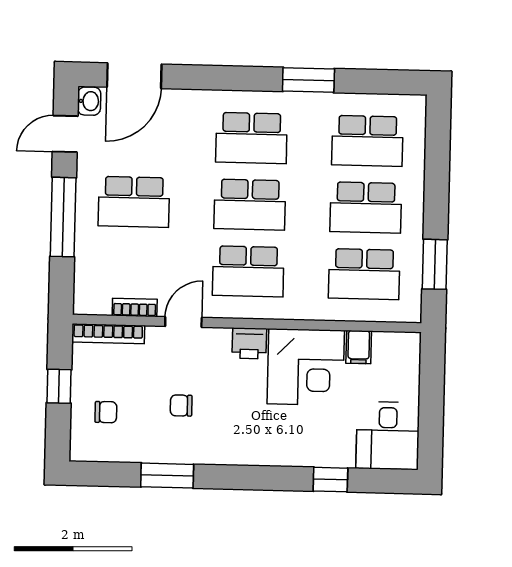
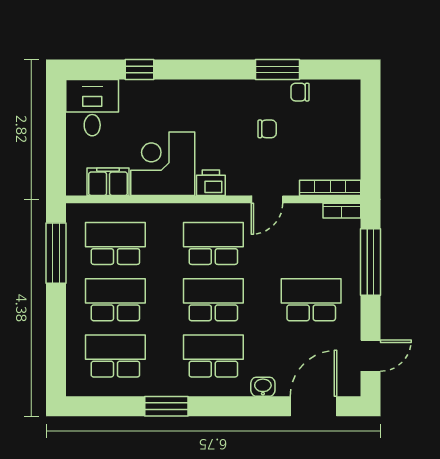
washbasin: (89, 101) -> (263, 387), moved, turned 90
window: (63, 217) -> (371, 262), moved
window: (435, 264) -> (56, 253), width x1.44
bookcase: (135, 307) -> (342, 211), moved
filing cabinet: (359, 347) -> (108, 182), width x2.00
window: (59, 386) -> (371, 143), removed
chair: (106, 412) -> (300, 92), moved

